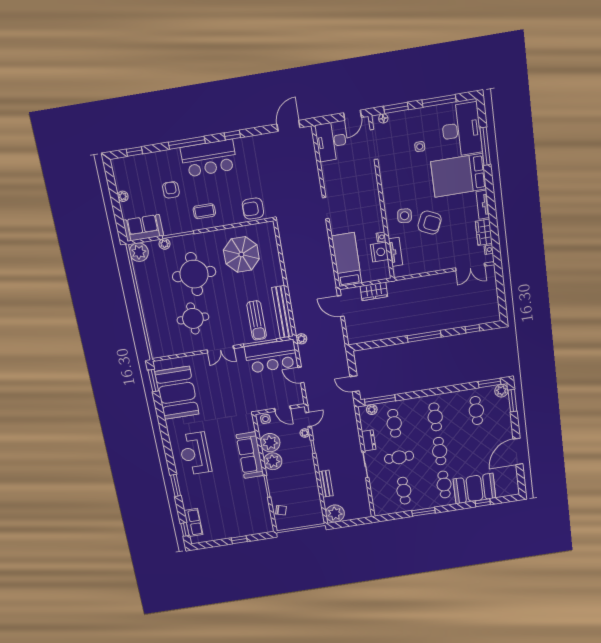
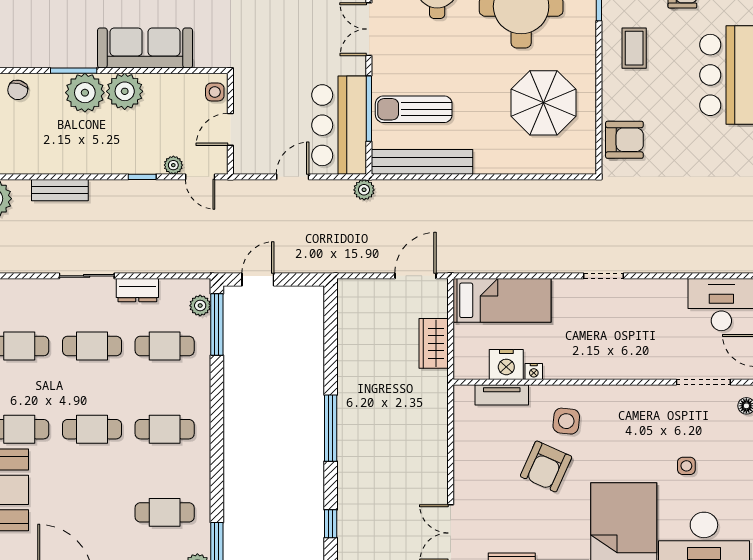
armchair: (253, 209) -> (624, 140), turned 90
plant: (270, 443) -> (85, 93), moved
cafe table: (399, 457) -> (92, 346), turned 90

